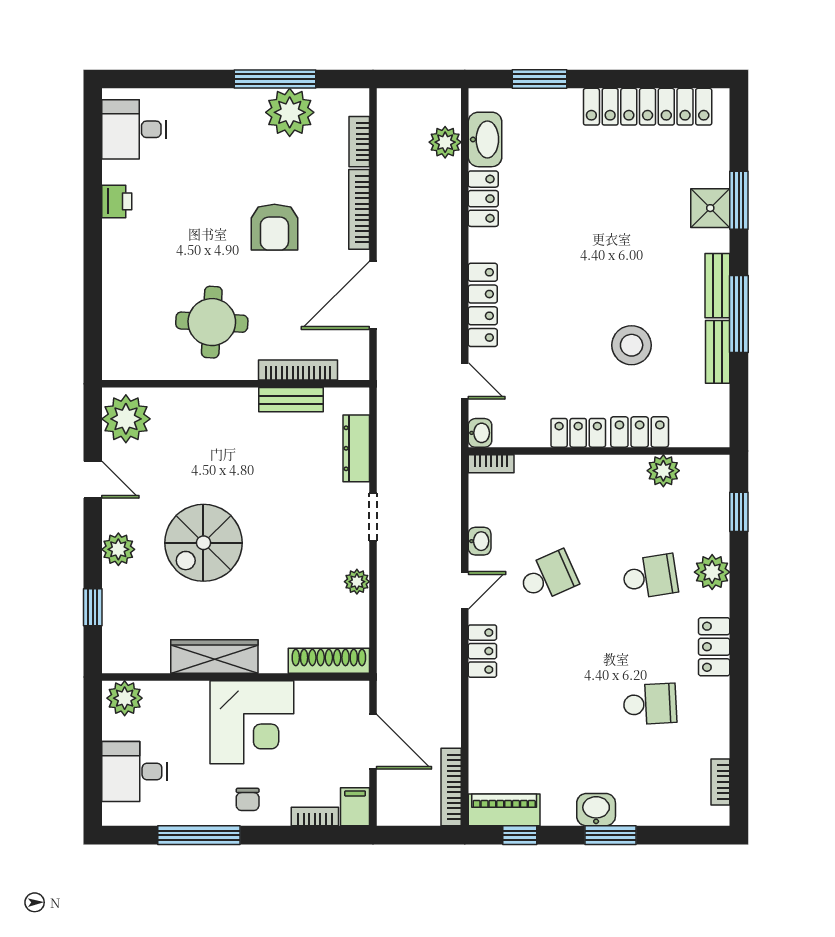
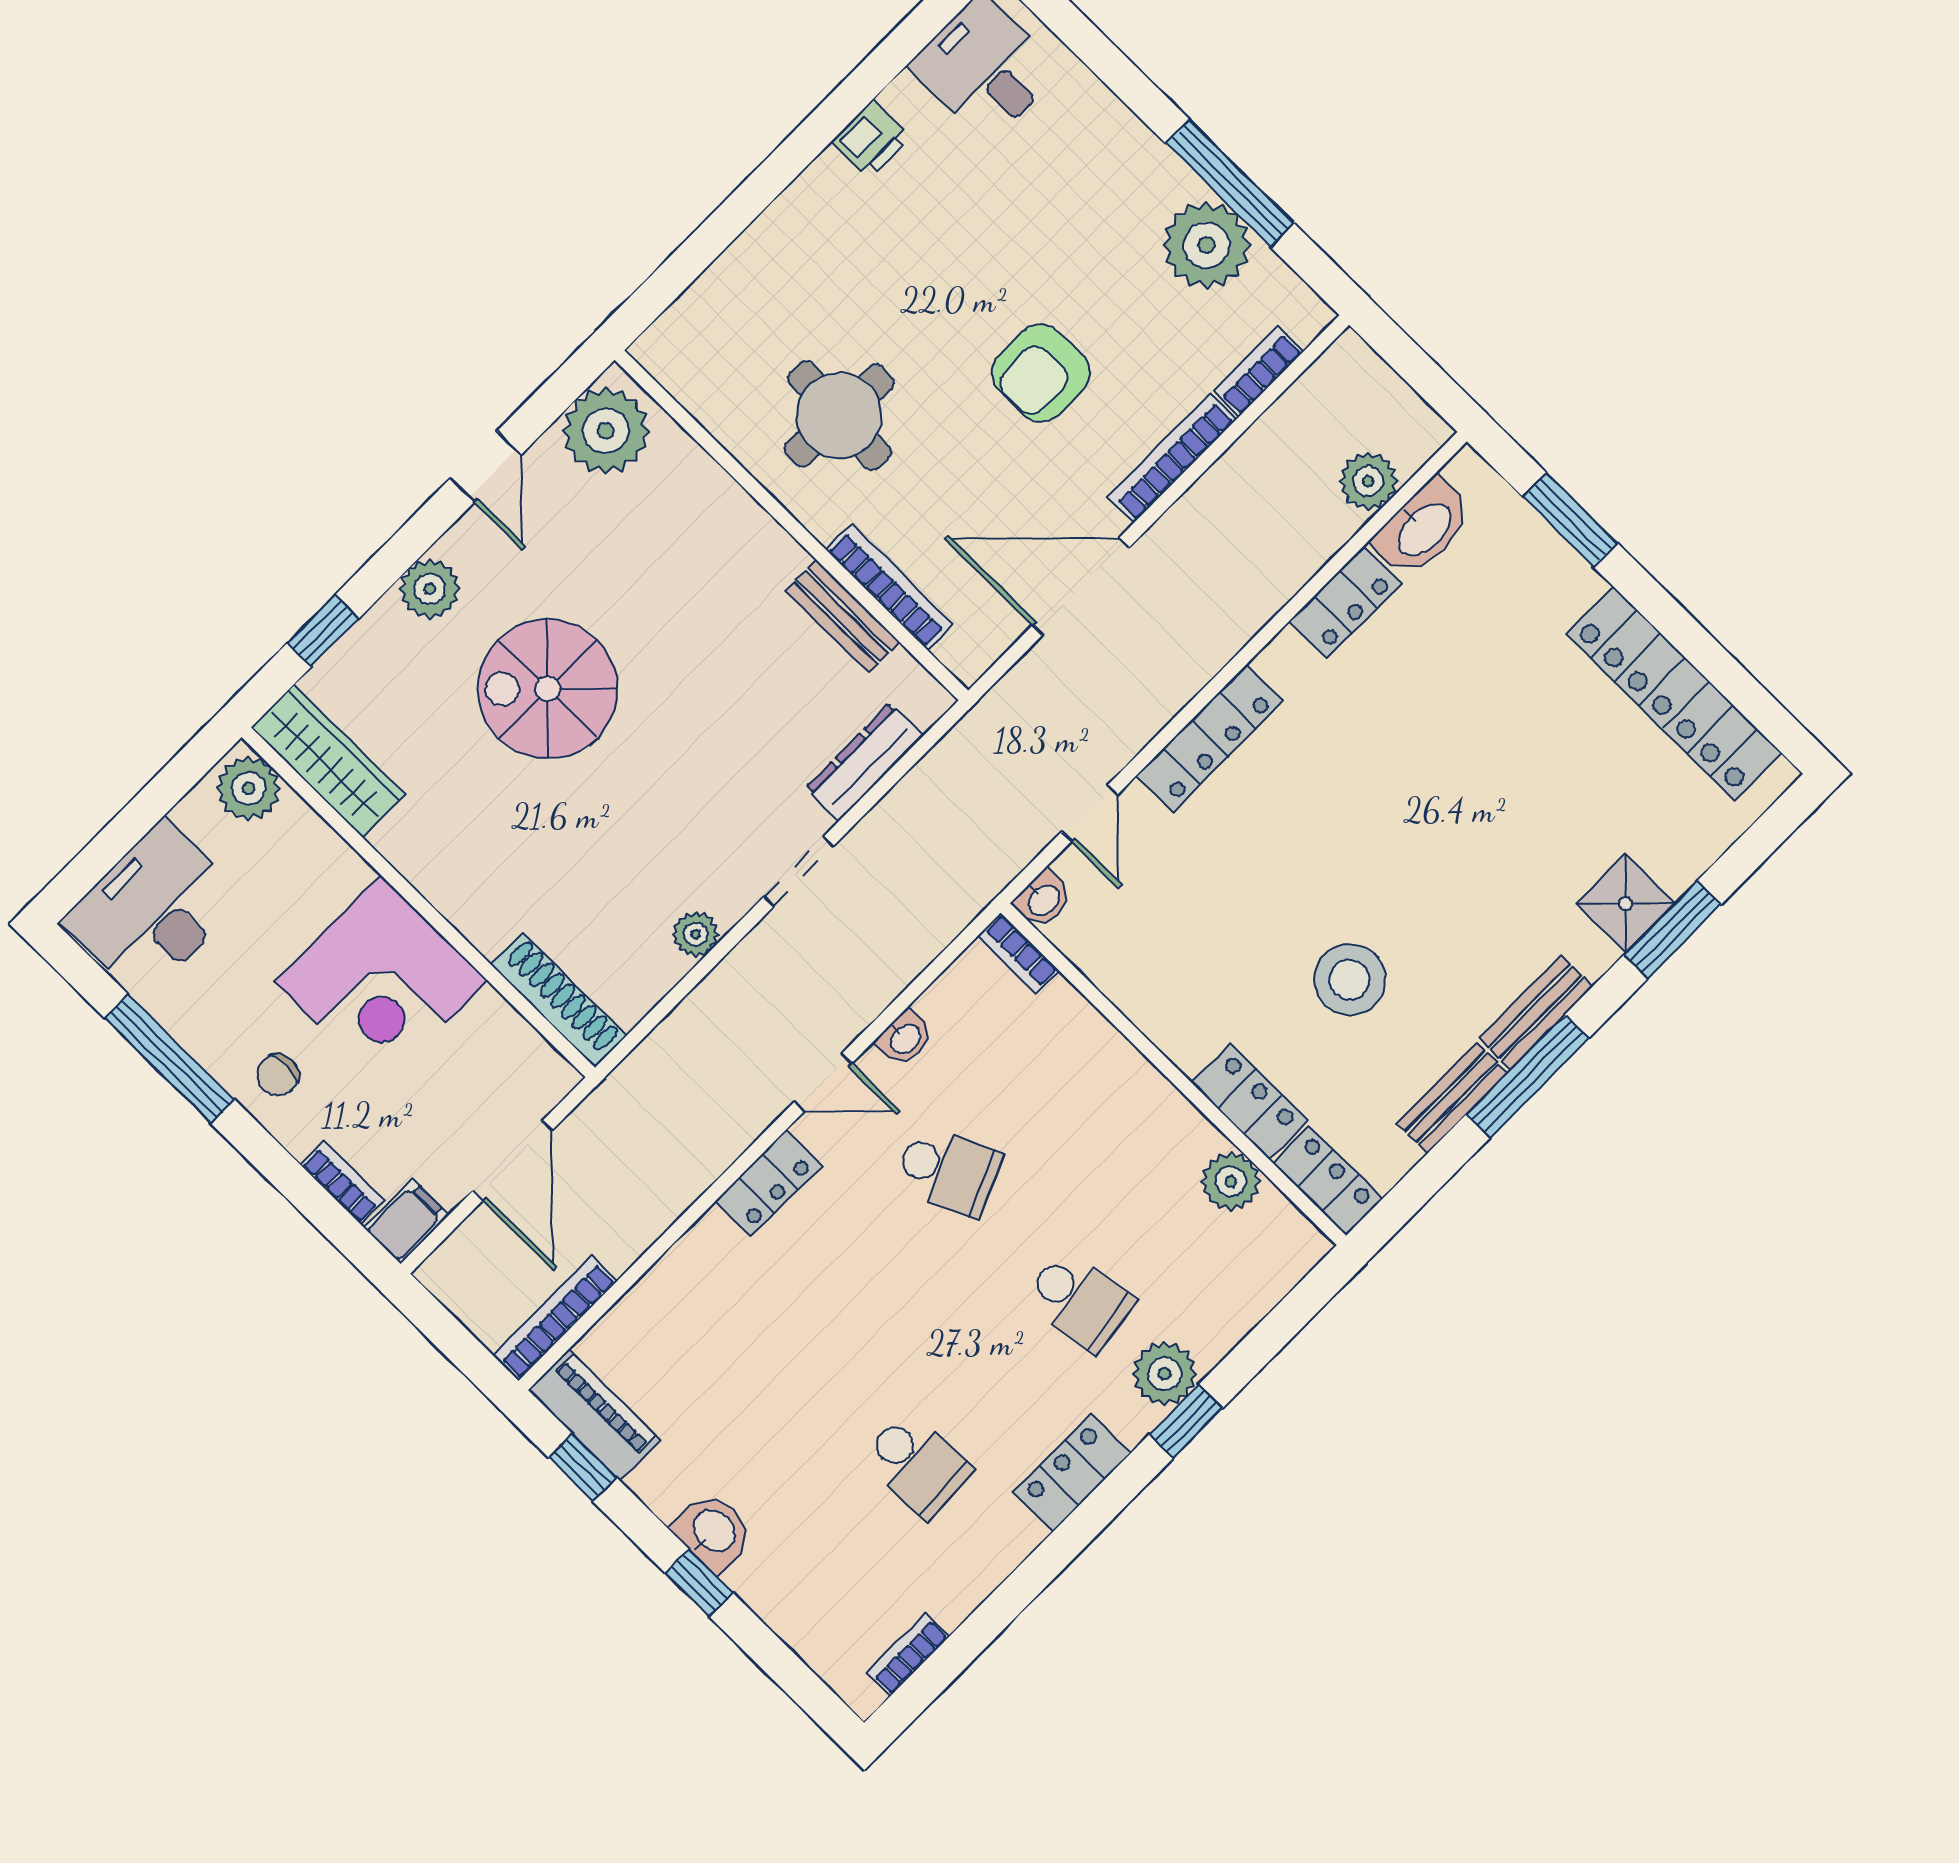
locker: (578, 433) -> (1328, 1181), moved
window: (739, 512) -> (1186, 1421), moved
wardrobe: (214, 656) -> (328, 761), moved
desk: (134, 772) -> (153, 910), width x1.37
window: (610, 835) -> (699, 1583), width x0.67

